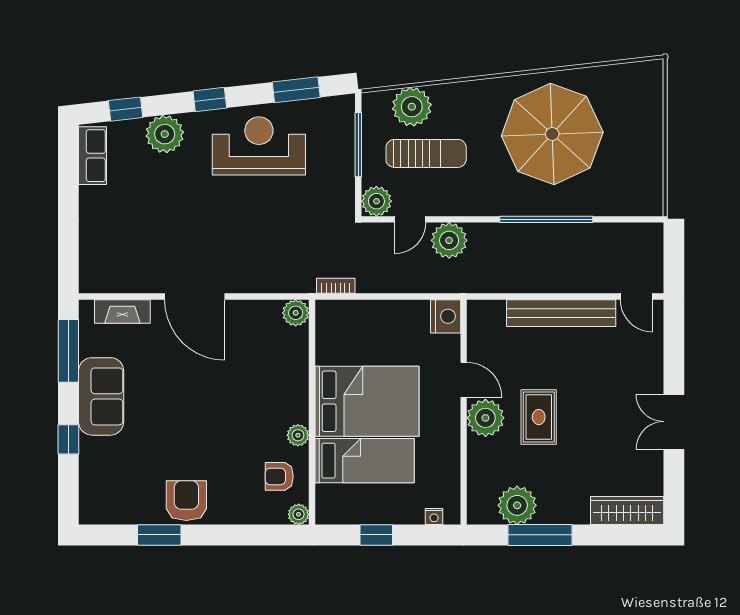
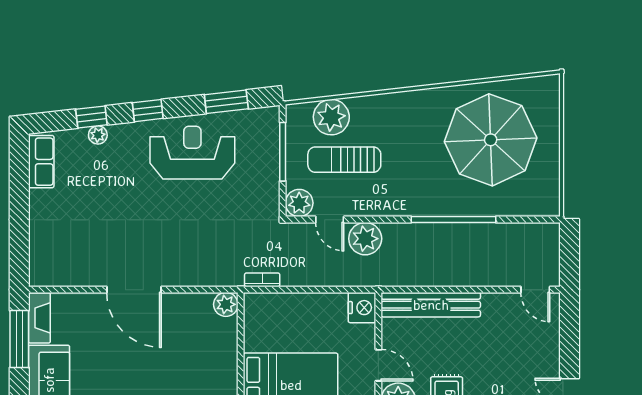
window: (126, 109) -> (91, 117), moved
plant: (165, 134) -> (98, 135), width x0.53, depth x0.53
parasol: (552, 134) -> (491, 140), moved
sun lounger: (426, 153) -> (344, 160), turned 180
door: (410, 219) -> (330, 220), hinge flipped
fireplace: (122, 311) -> (39, 318), moved, turned -90
bench: (561, 313) -> (431, 305), moved

